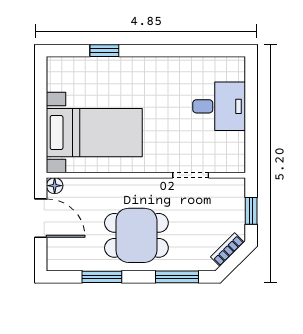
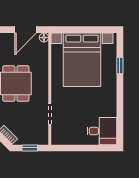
desk: (219, 106) -> (102, 131), moved, turned -90
bed with nightstands: (94, 133) -> (82, 60), width x1.36

